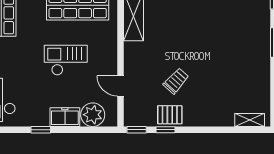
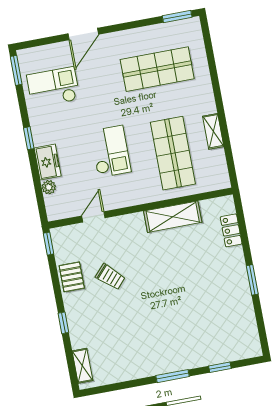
plant: (93, 115) -> (49, 187), width x0.53, depth x0.53
window: (166, 130) -> (63, 323), moved

